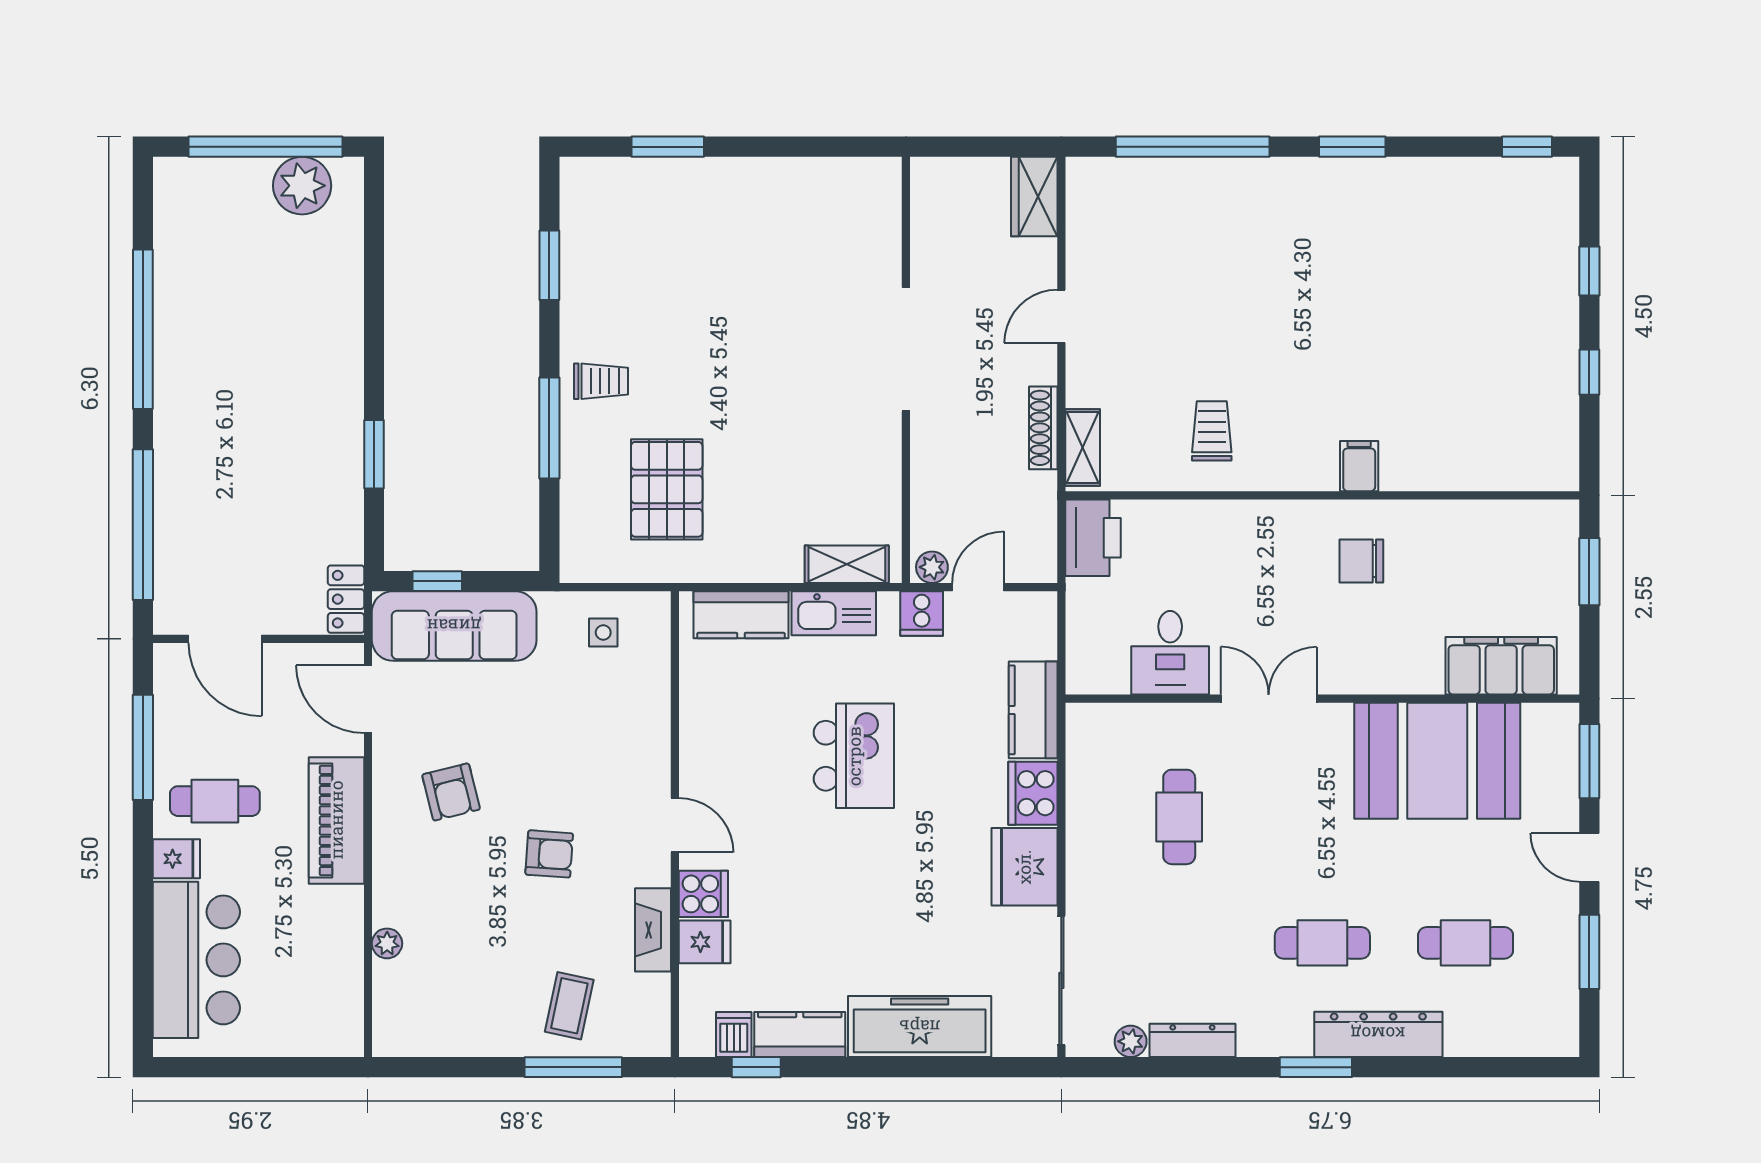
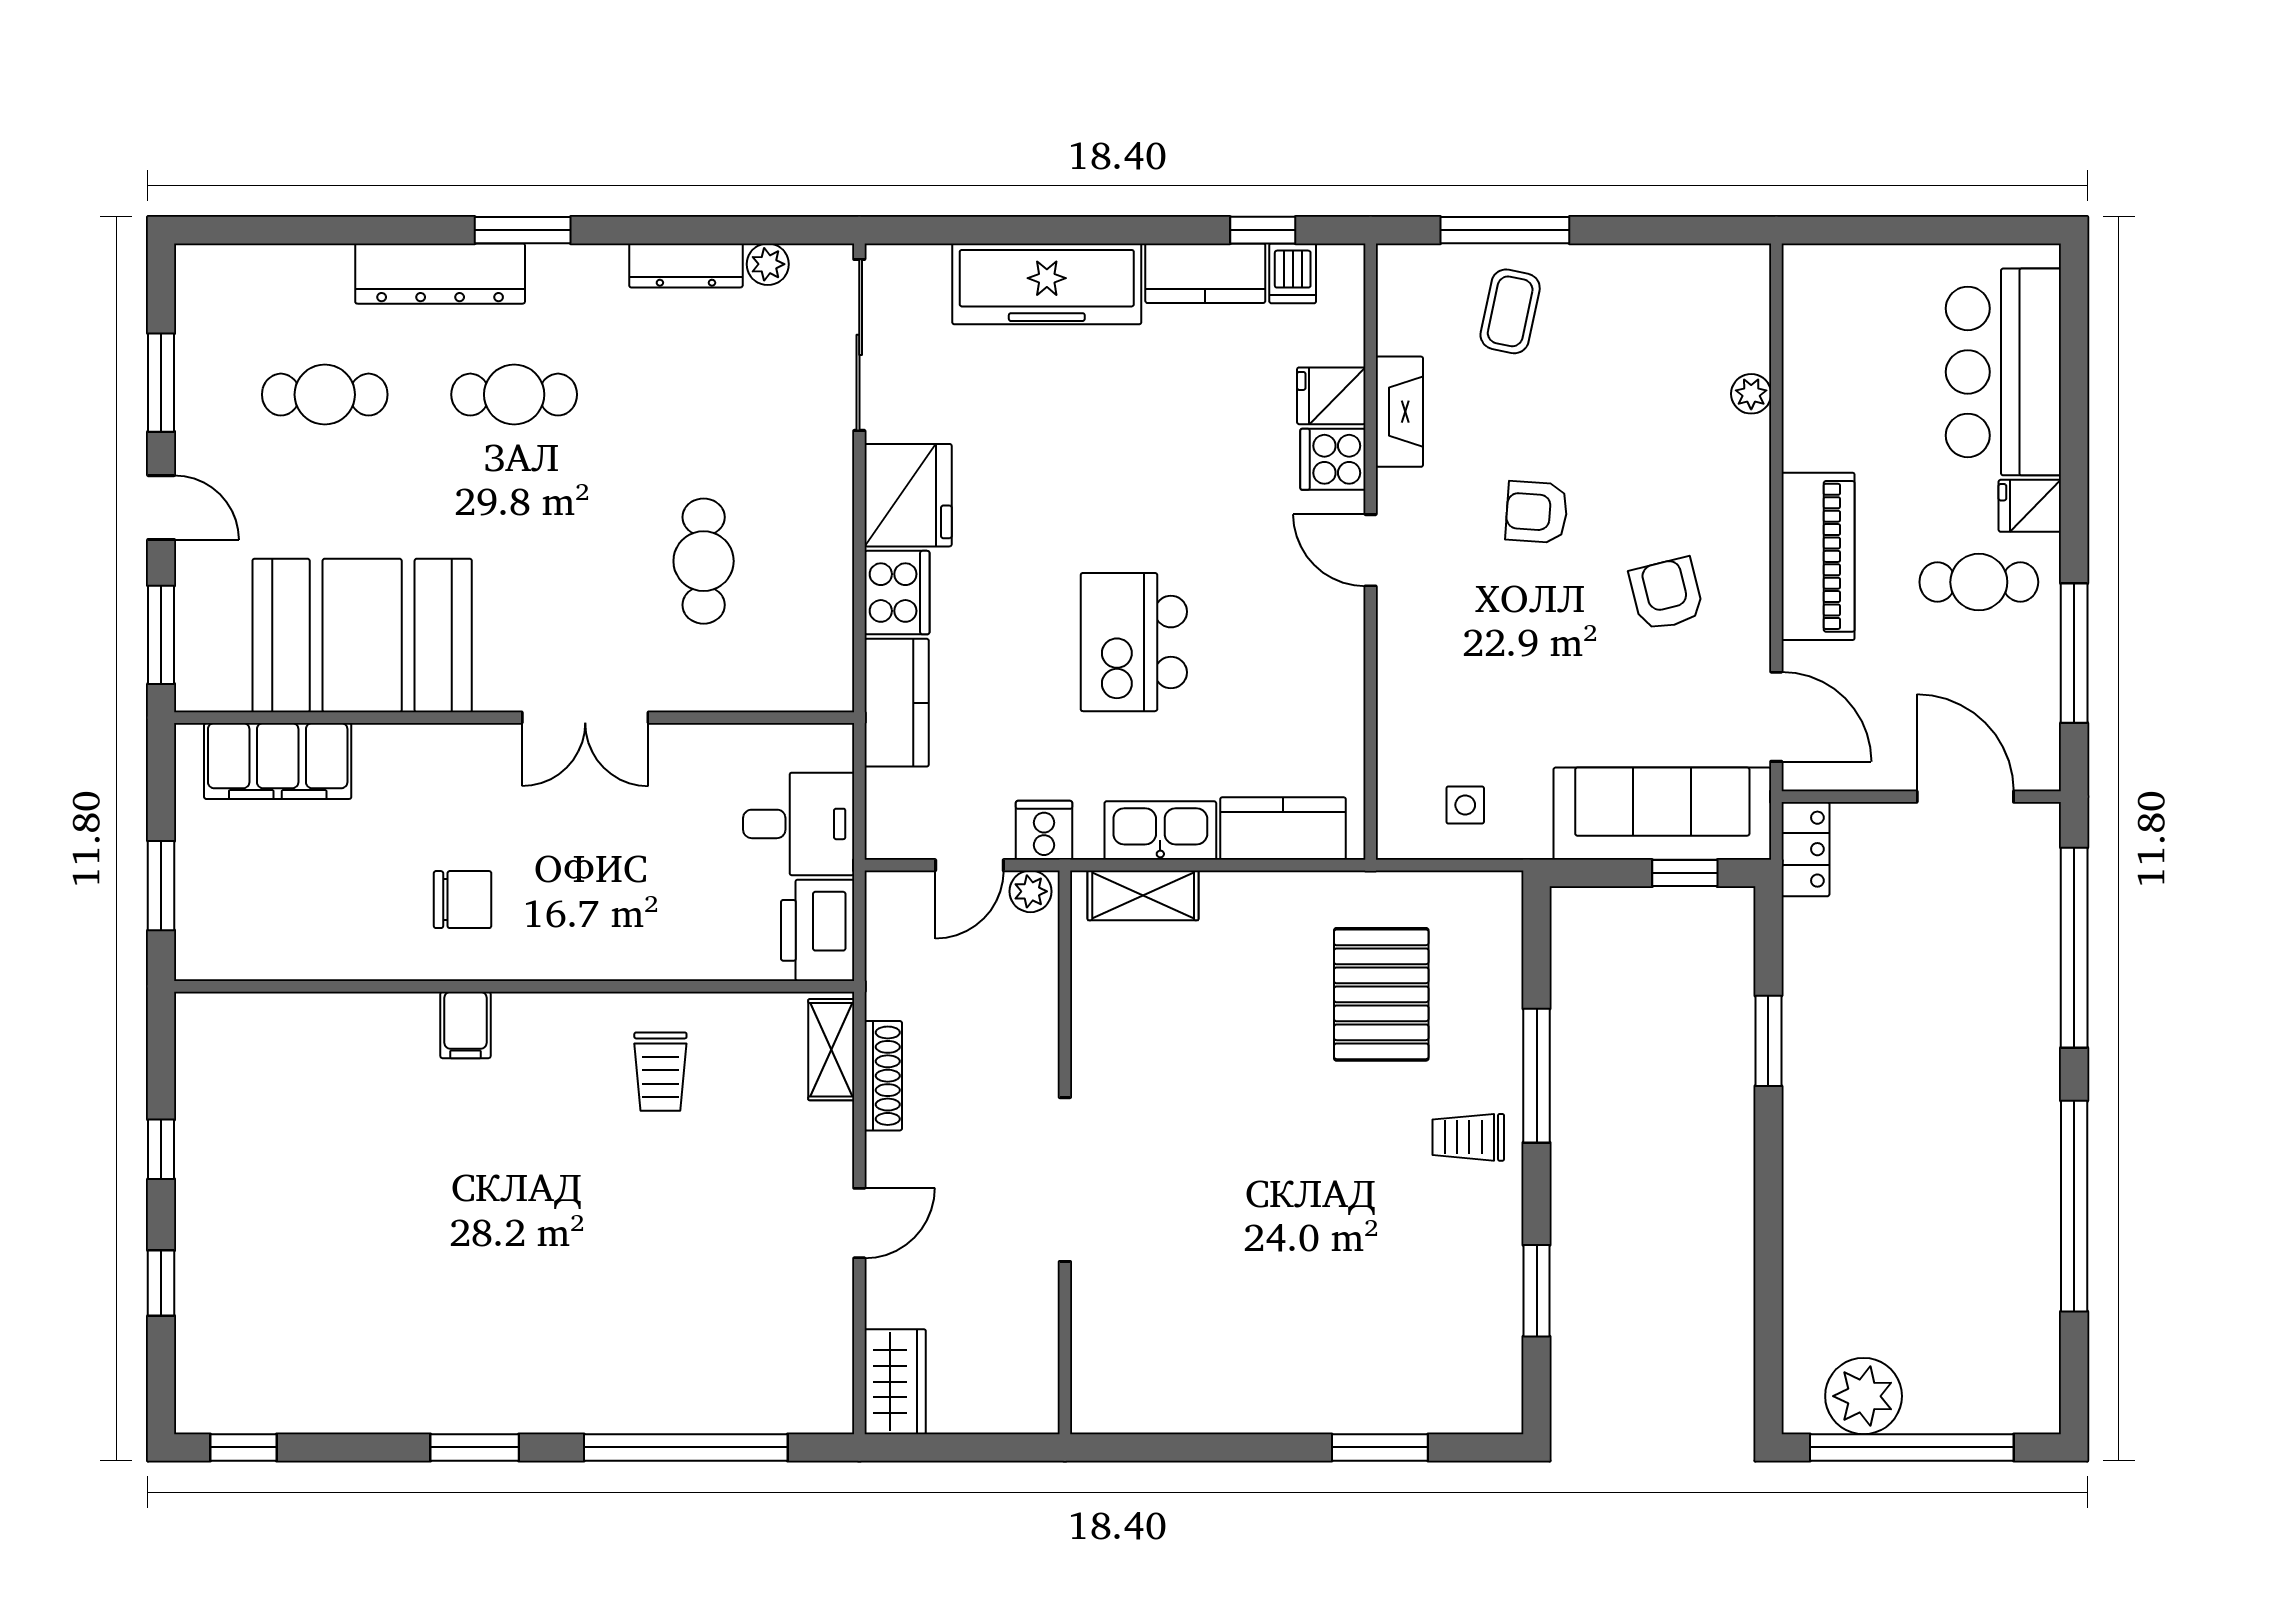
desk: (1170, 653) -> (799, 824), moved, turned 90

